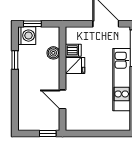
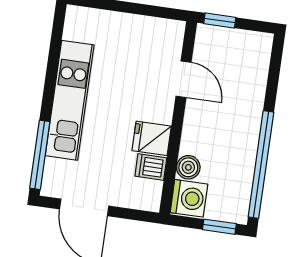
washing machine: (27, 36) -> (189, 198), moved, turned 180
window: (15, 60) -> (261, 165), width x3.17

